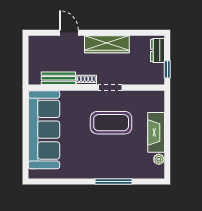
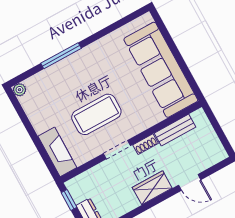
wardrobe: (107, 44) -> (152, 188), width x0.67
fireplace: (156, 132) -> (57, 152), moved
plant: (159, 159) -> (19, 90), moved

